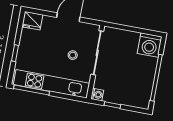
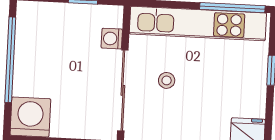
washing machine: (97, 95) -> (112, 39), moved

